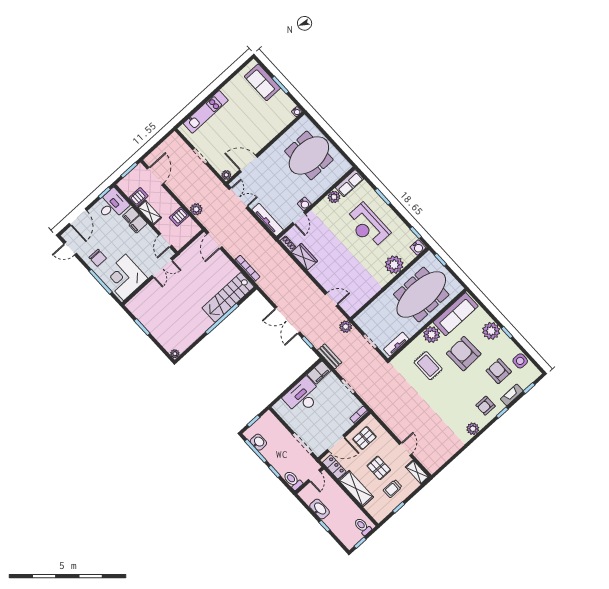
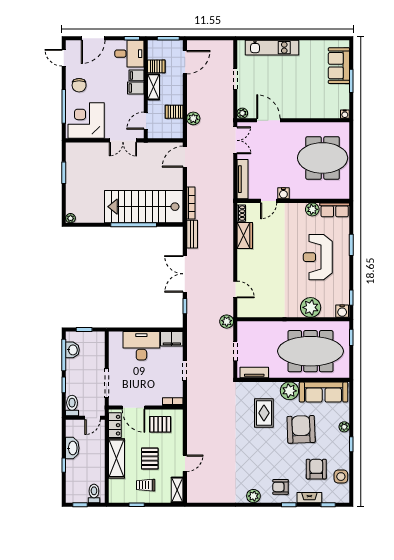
stairs: (228, 297) -> (144, 207), width x1.36, depth x1.51
plant: (491, 331) -> (344, 427), width x0.53, depth x0.53
bench: (330, 356) -> (192, 234), moved

